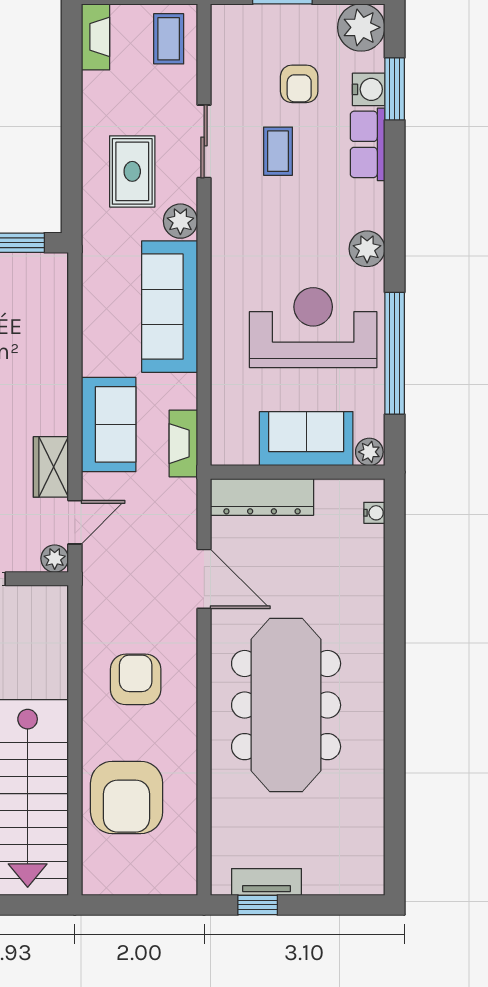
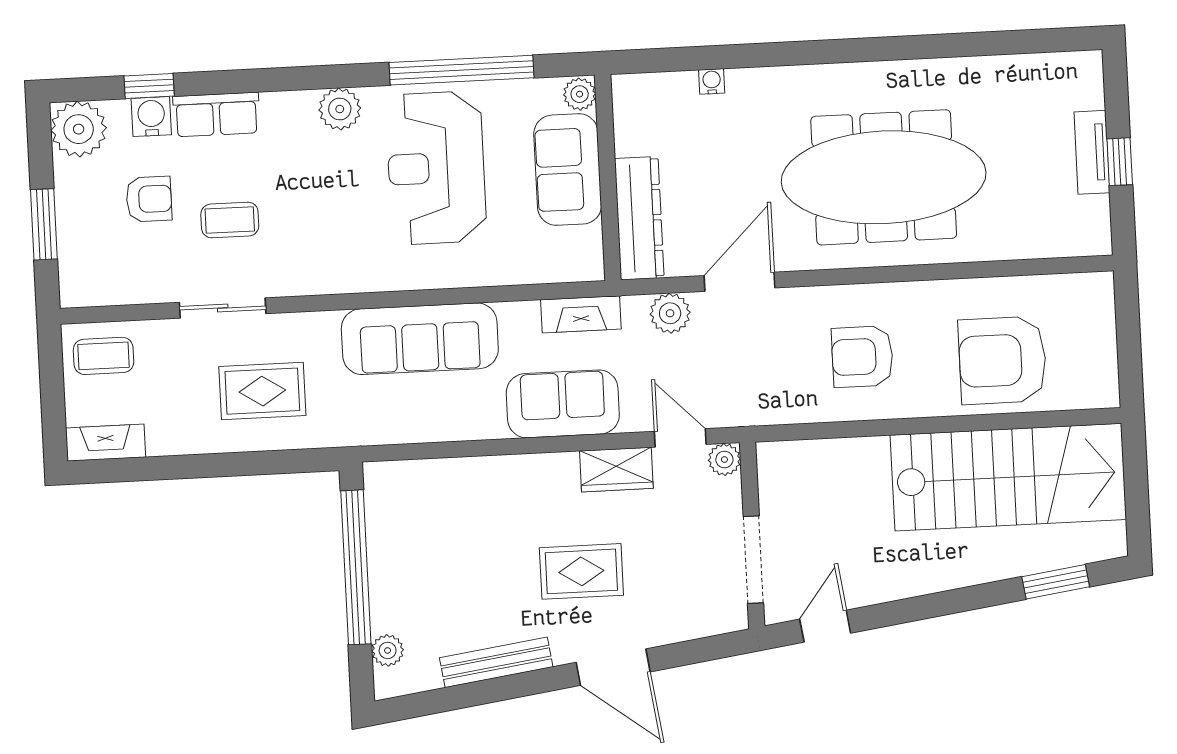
window: (395, 89) -> (149, 86), width x0.67
plant: (180, 221) -> (670, 313), moved
water cooler: (374, 513) -> (712, 81), moved
armchair: (127, 797) -> (1002, 360), turned 180
tv unit: (266, 882) -> (1092, 152), moved
window: (258, 905) -> (1120, 162), moved

